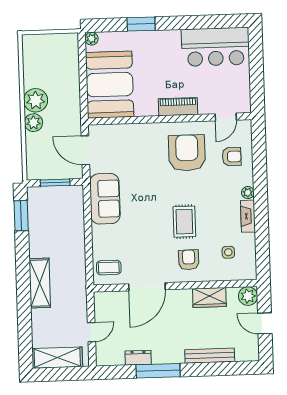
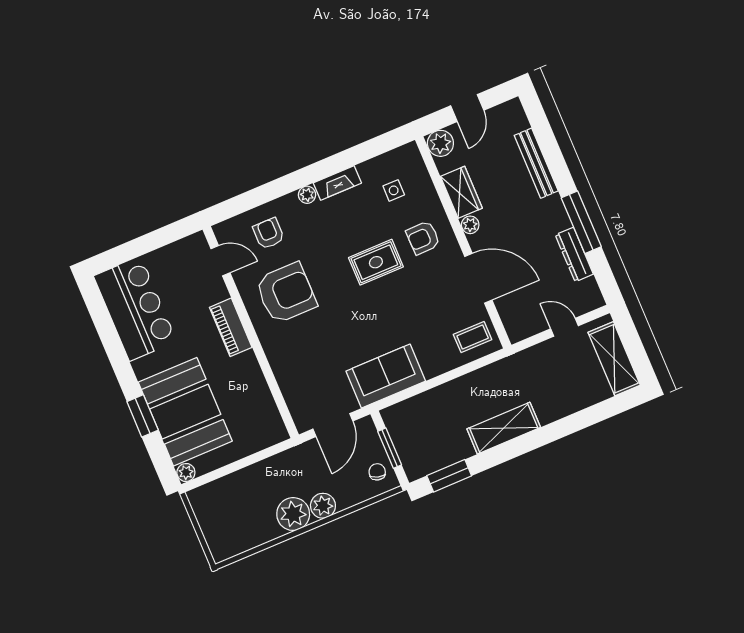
booth: (110, 85) -> (185, 412), moved, turned 90
armchair: (187, 153) -> (286, 293), turned 180
chair: (42, 168) -> (377, 472), added
coffee table: (109, 268) -> (473, 337), turned 90
shelving: (40, 283) -> (504, 428), moved
plant: (185, 295) -> (470, 225), added
dresser: (138, 358) -> (574, 254), width x1.44

